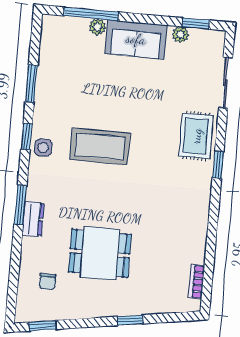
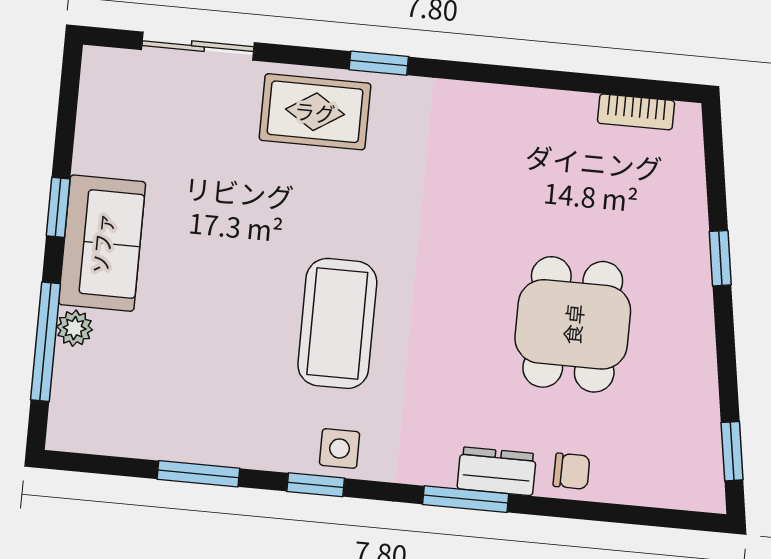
window: (196, 23) -> (58, 207), moved
plant: (180, 35) -> (92, 145), removed
chair: (48, 282) -> (571, 471), moved

